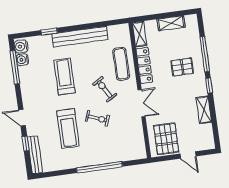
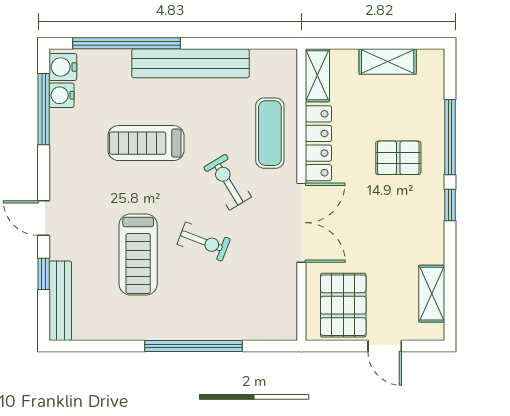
window: (49, 31) -> (127, 43), width x3.17
treadmill: (64, 76) -> (146, 143), turned -90
double door: (141, 103) -> (301, 223), width x1.37
shelving: (204, 110) -> (432, 294), moved

